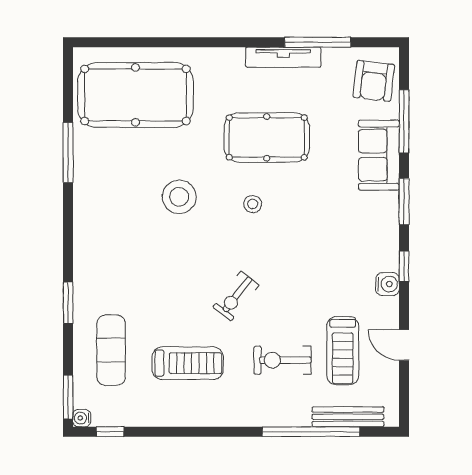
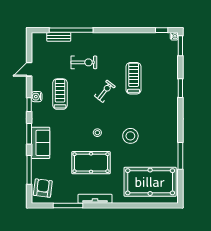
tv unit: (283, 57) -> (95, 199), moved
sofa: (379, 155) -> (41, 143), moved
door: (404, 345) -> (29, 69), swing flipped
exercise mat: (111, 350) -> (161, 67), removed
treadmill: (343, 351) -> (60, 94), moved
treadmill: (188, 363) -> (134, 78), moved, turned 90
bench: (348, 417) -> (59, 37), width x0.73

